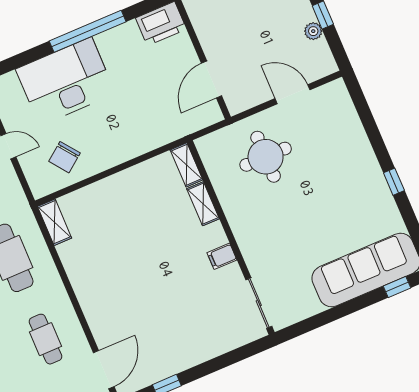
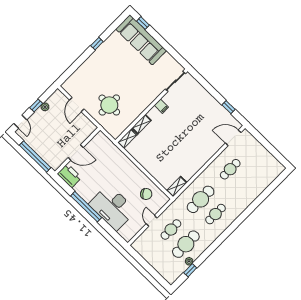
door: (212, 79) -> (76, 152), moved

